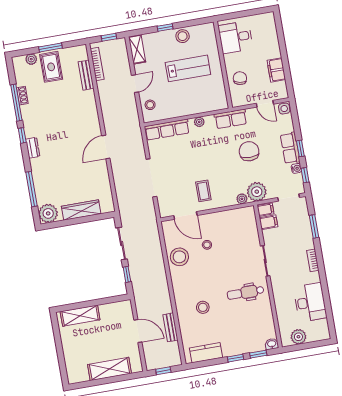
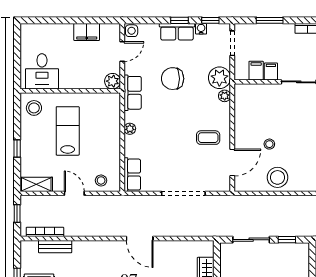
stool: (183, 36) -> (34, 108), moved
chair: (240, 78) -> (89, 74), removed
plant: (238, 100) -> (113, 81), added
row of seats: (167, 130) -> (132, 175), width x0.68
filing cabinet: (266, 210) -> (271, 71), moved

